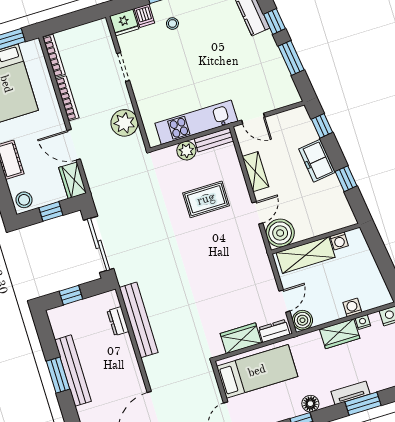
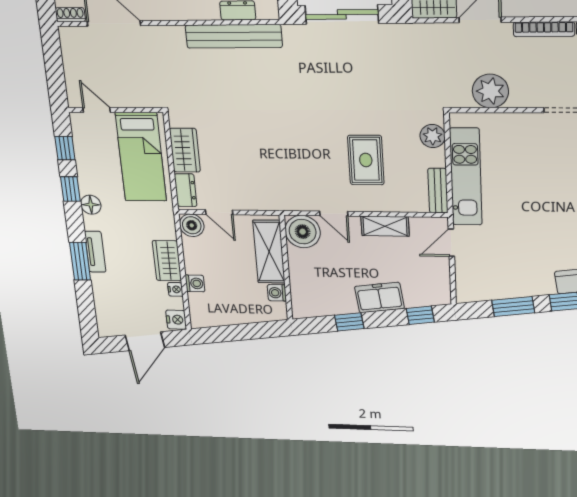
plant: (186, 151) -> (433, 136), moved

